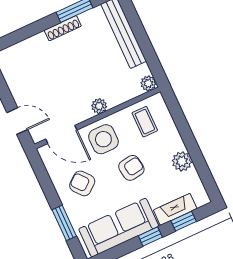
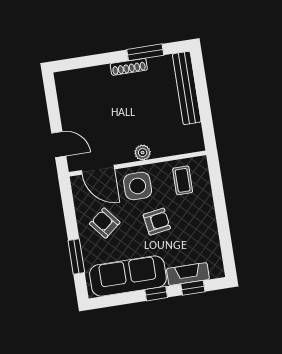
plant: (148, 83) -> (197, 144), removed
plant: (182, 161) -> (208, 229), removed

